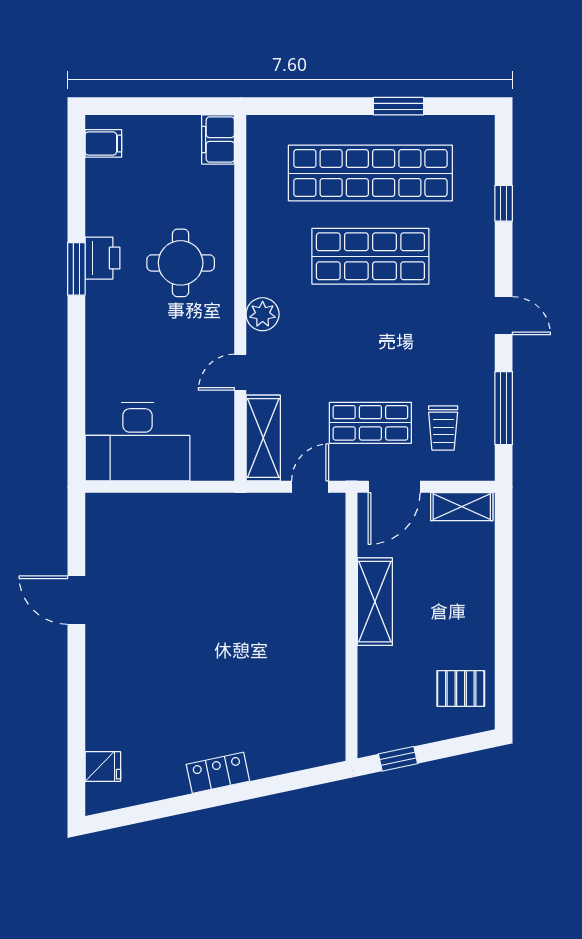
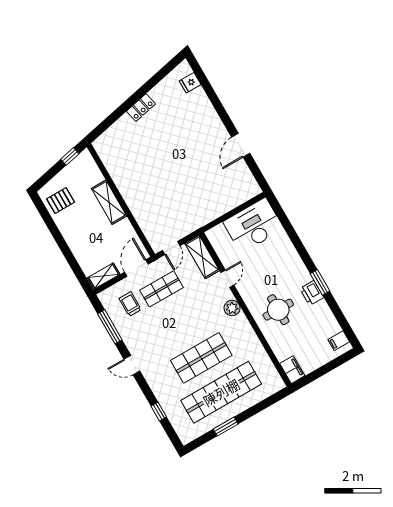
door: (76, 600) -> (241, 145), swing flipped
shelving: (375, 602) -> (109, 202), moved

